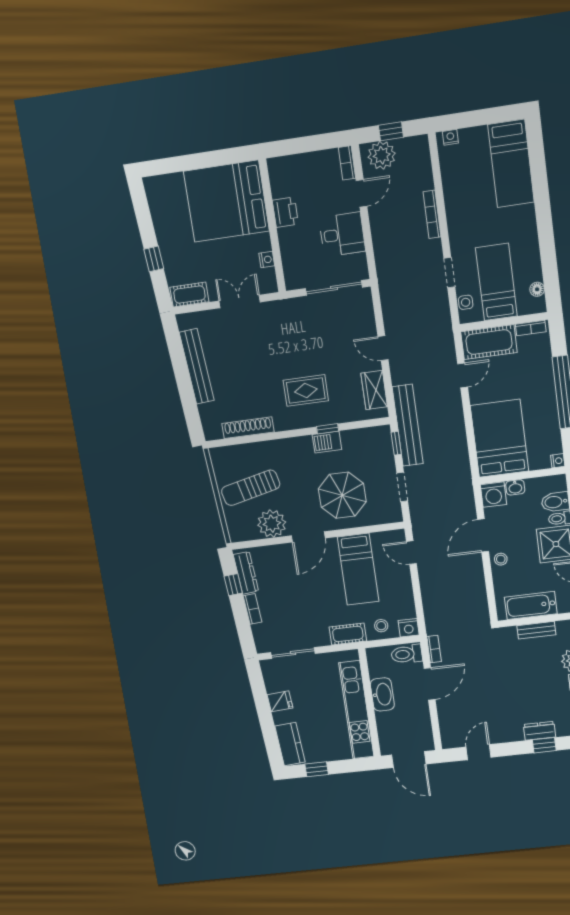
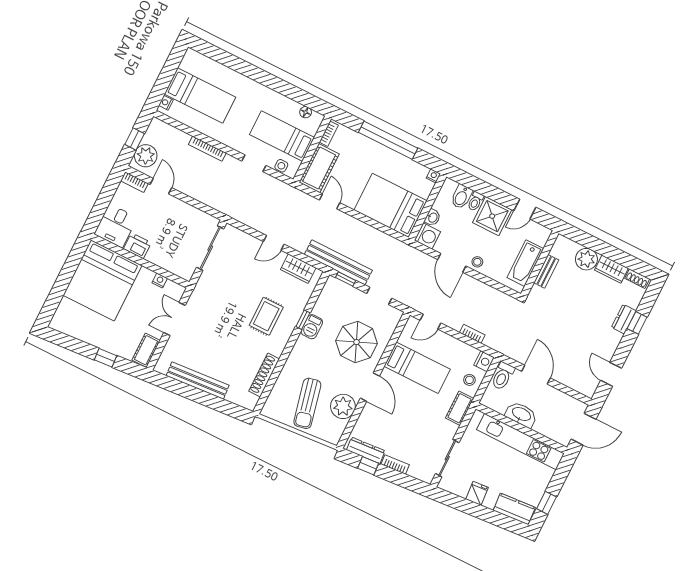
bed: (511, 164) -> (200, 96), moved
desk: (342, 234) -> (116, 226), moved, turned 180
bookcase: (434, 649) -> (472, 334), moved

